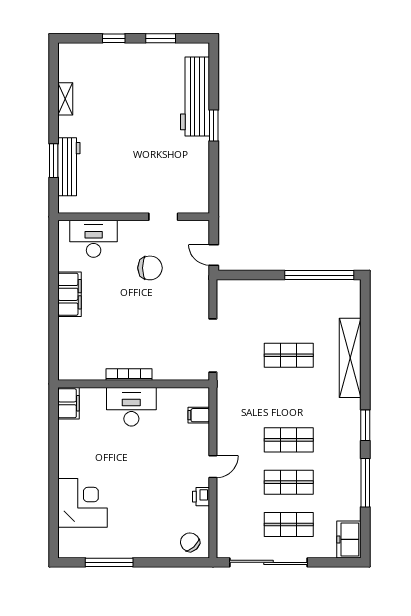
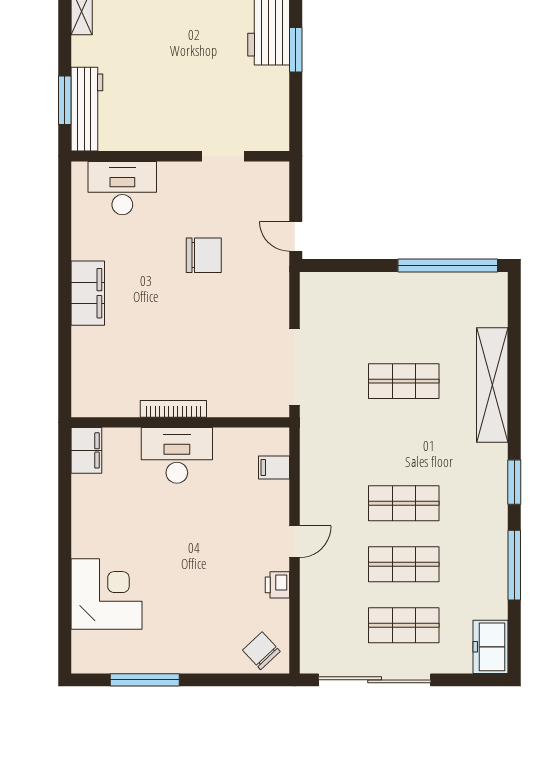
wall: (134, 217) -> (180, 156), moved
doorway: (163, 217) -> (223, 156), moved
desk: (94, 239) -> (122, 188), moved

